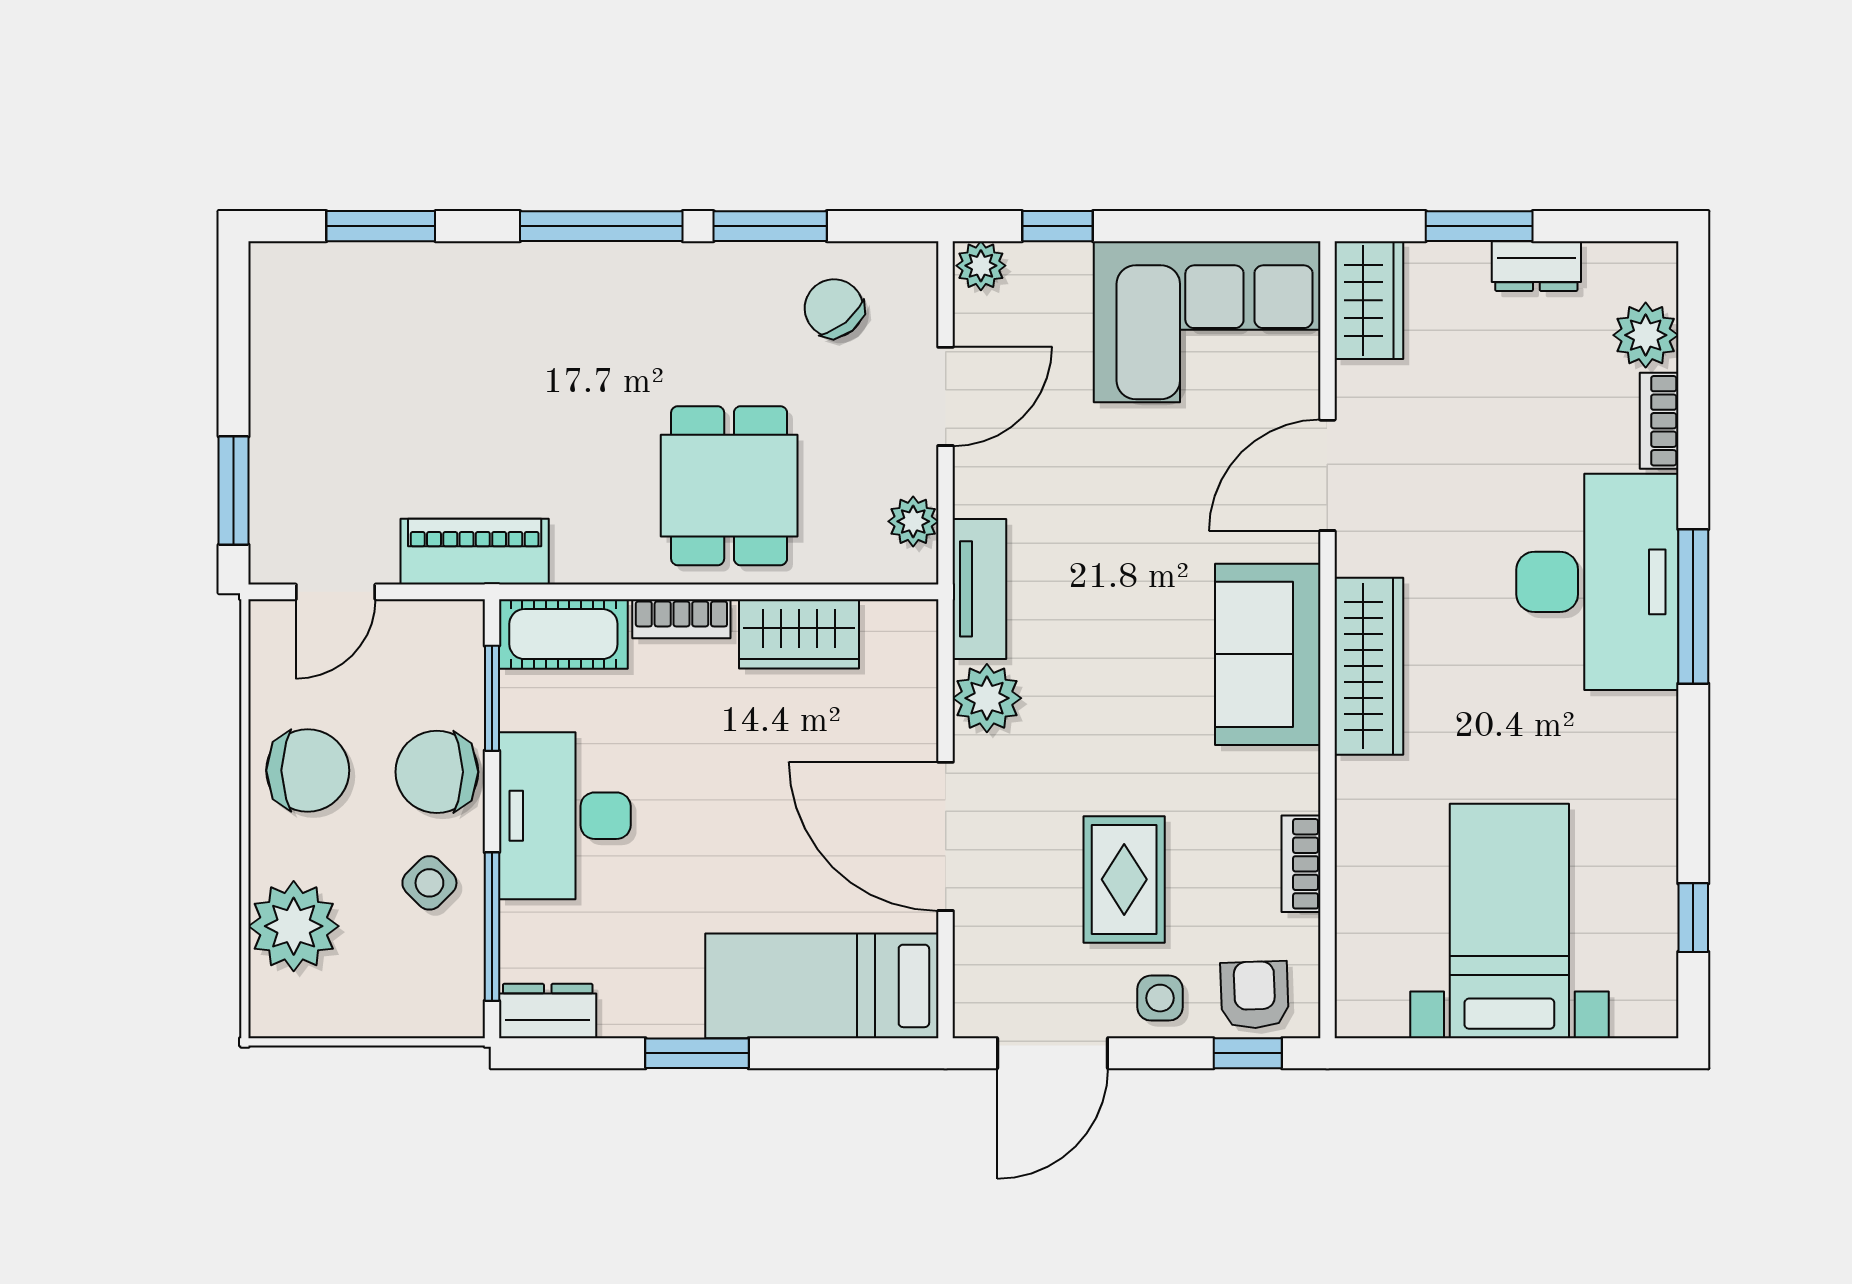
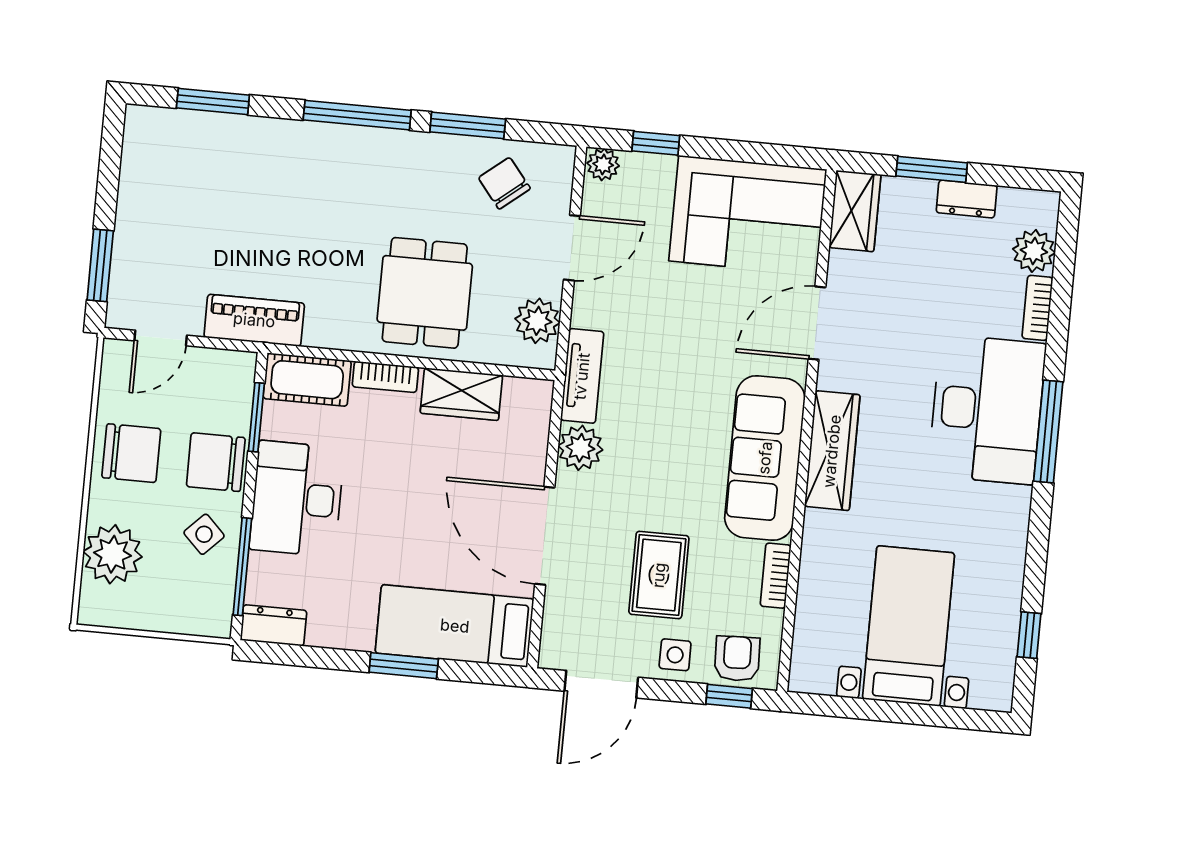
plant: (913, 521) -> (537, 321), width x1.38, depth x1.38
sofa: (1268, 654) -> (765, 458), width x1.36
window: (697, 1053) -> (404, 666), moved

